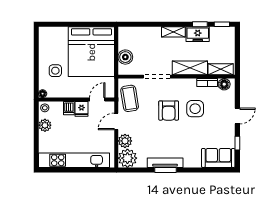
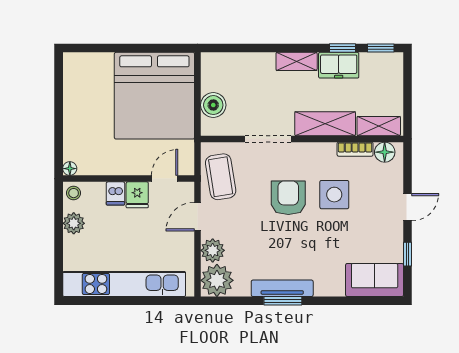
side table: (55, 71) -> (92, 129), removed
armchair: (169, 111) -> (288, 198), turned 180

